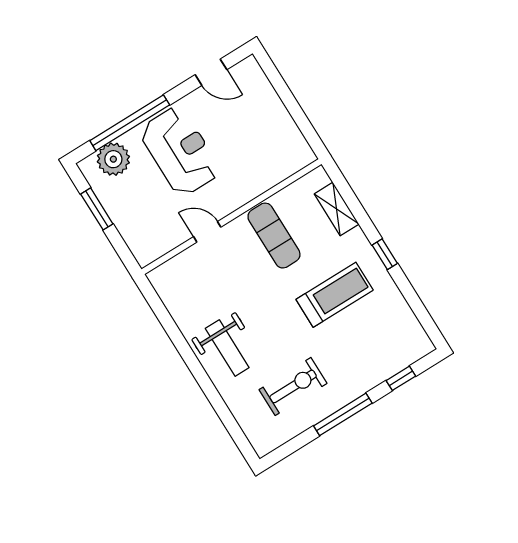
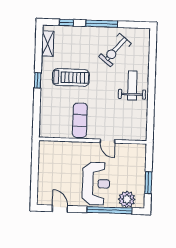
reception desk: (180, 151) -> (96, 184), turned 180
shelving: (337, 209) -> (48, 44), moved
treadmill: (335, 295) -> (71, 77), turned 180
exercise bike: (293, 386) -> (115, 50), turned -50

